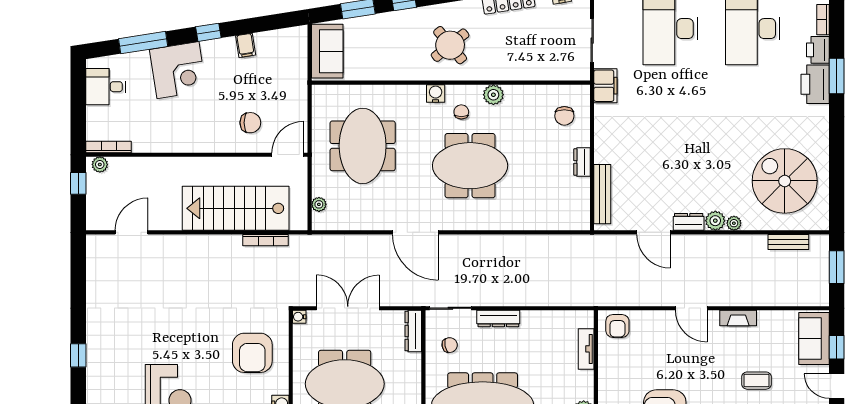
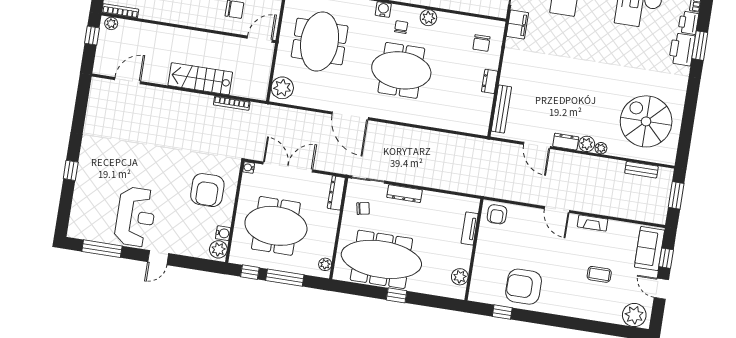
plant: (319, 204) -> (282, 88), width x1.88, depth x1.88
stairs: (236, 208) -> (200, 79), width x0.73, depth x0.66

